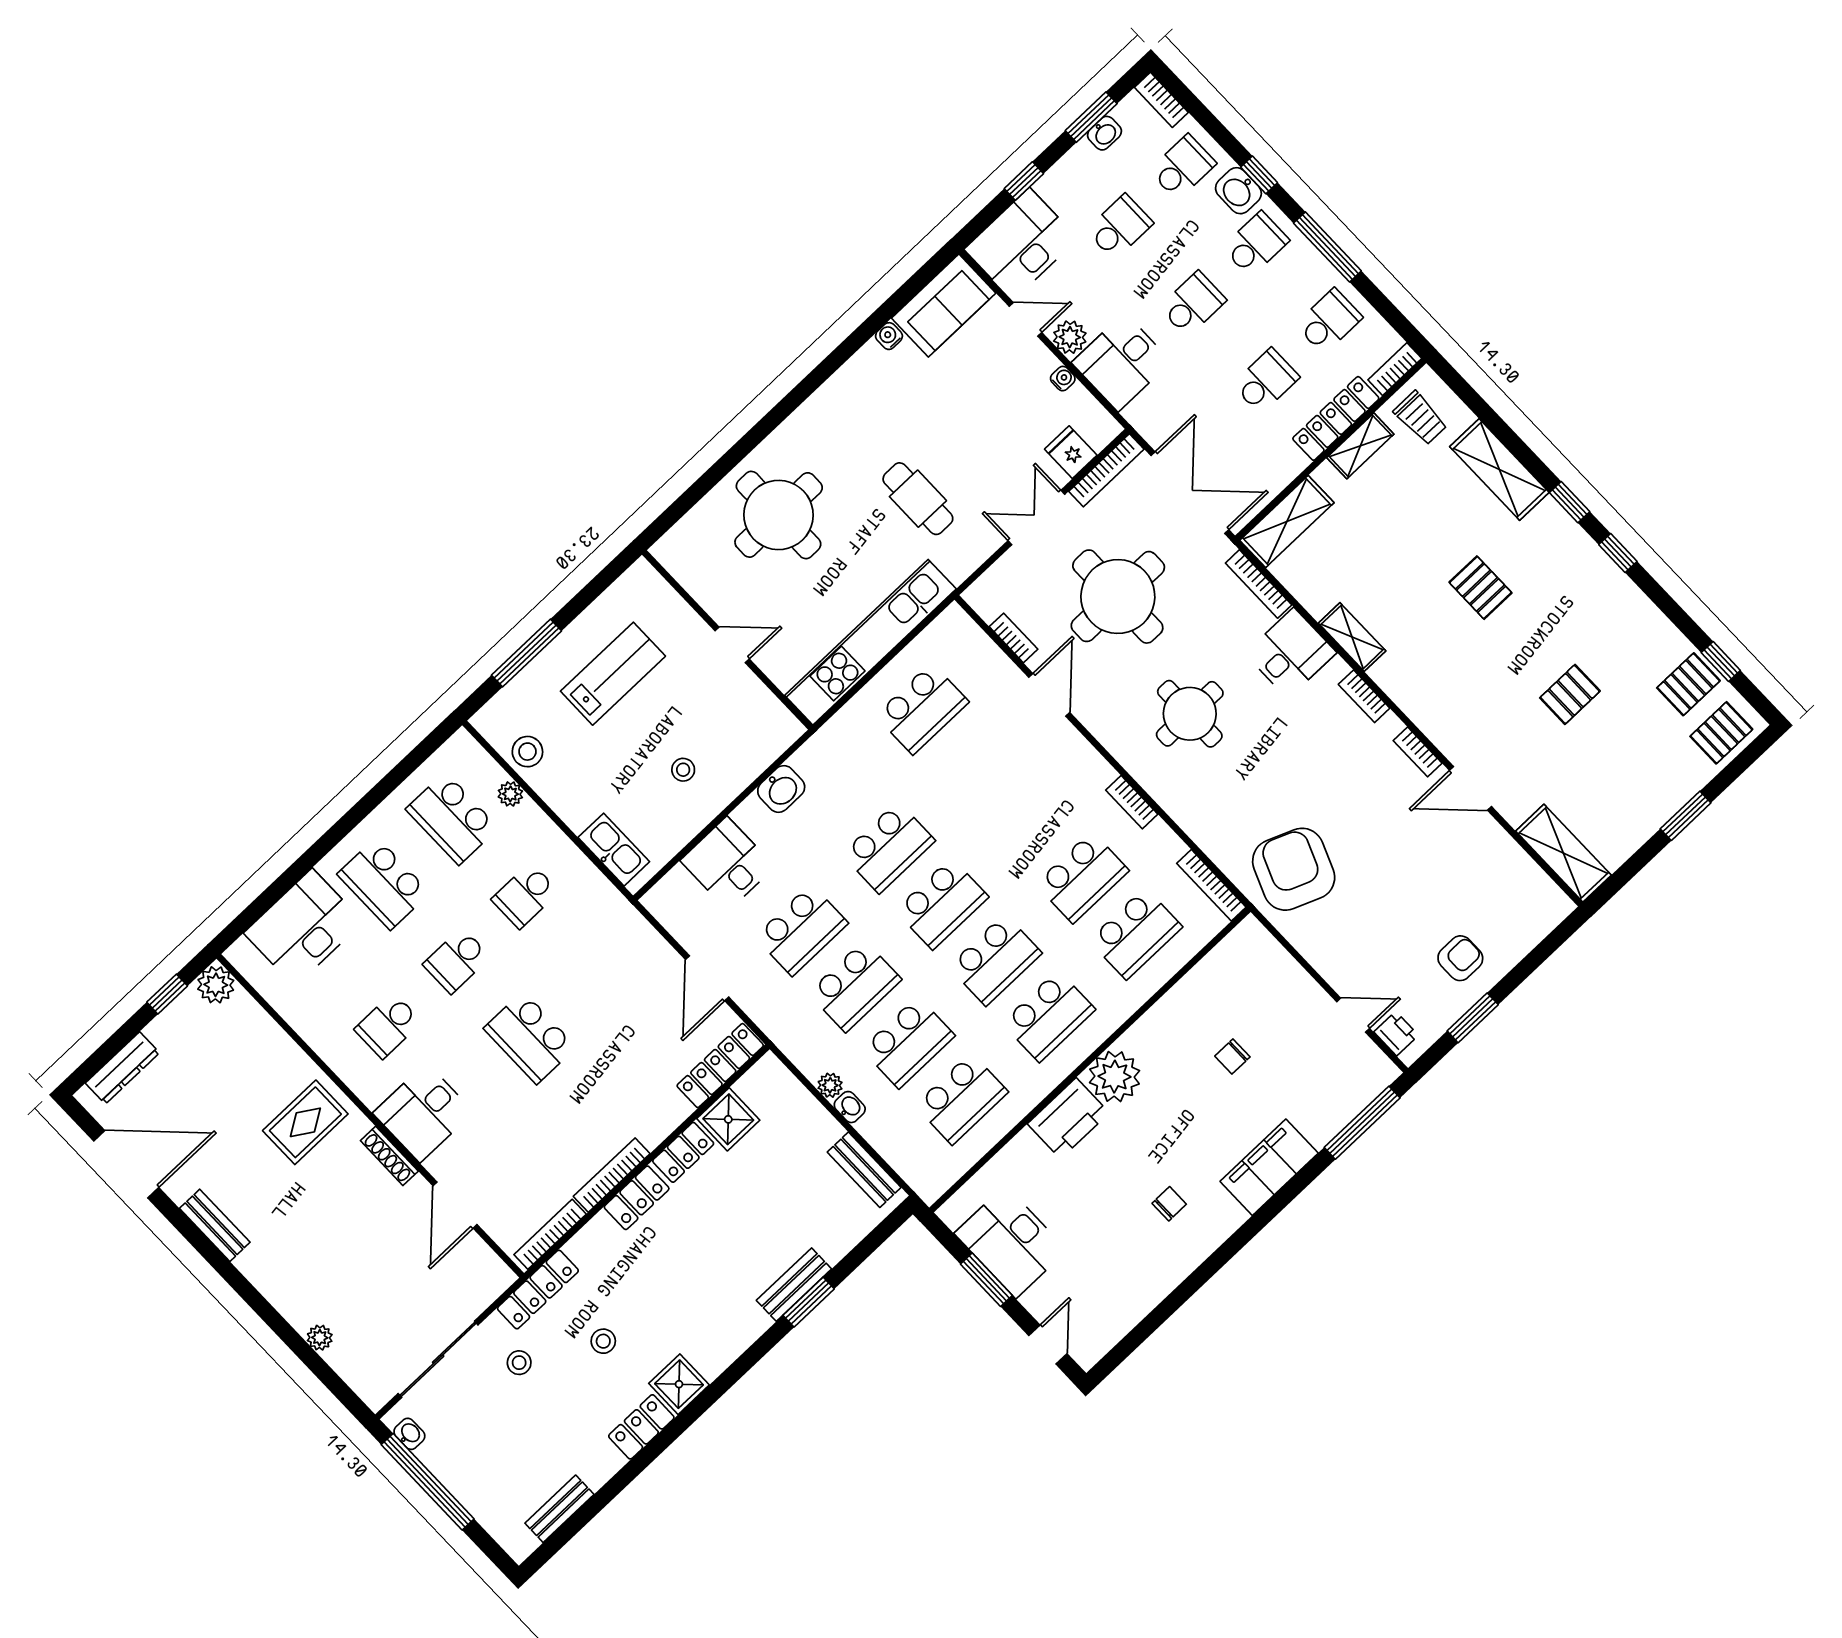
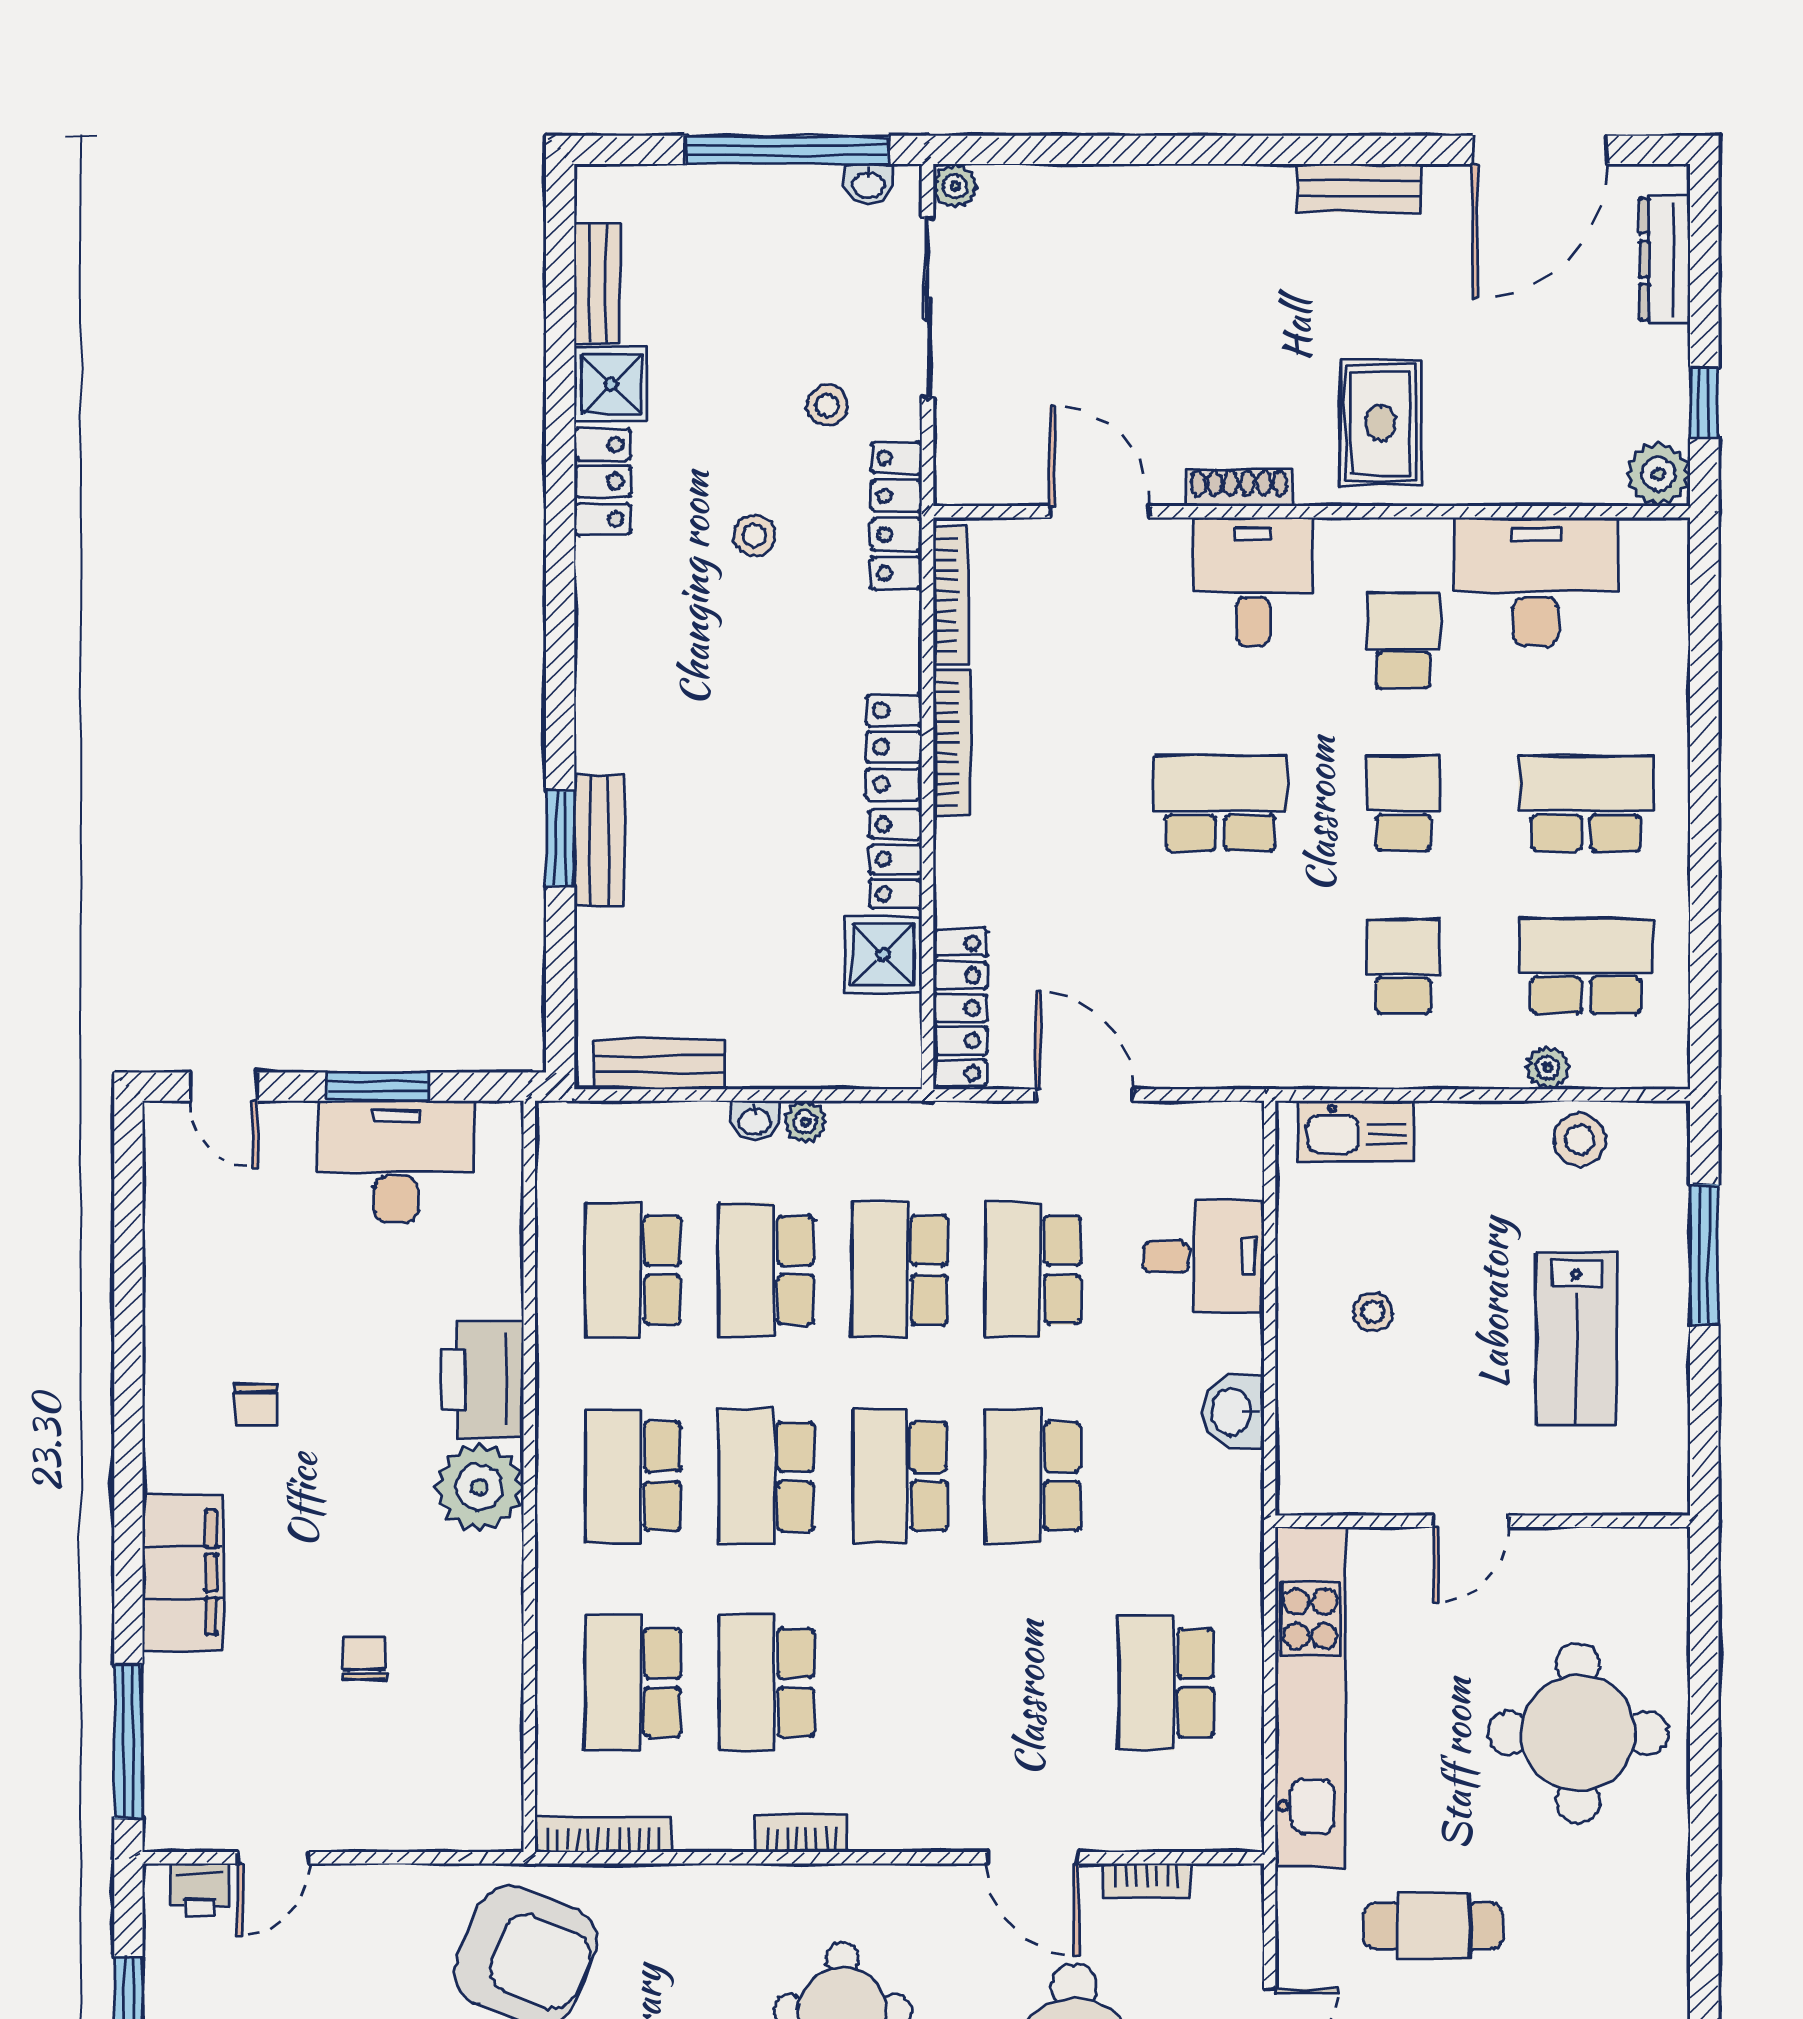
desk: (303, 927) -> (1536, 582), moved, turned -90
plant: (320, 1338) -> (955, 186), moved
shower: (679, 1384) -> (611, 384), moved

